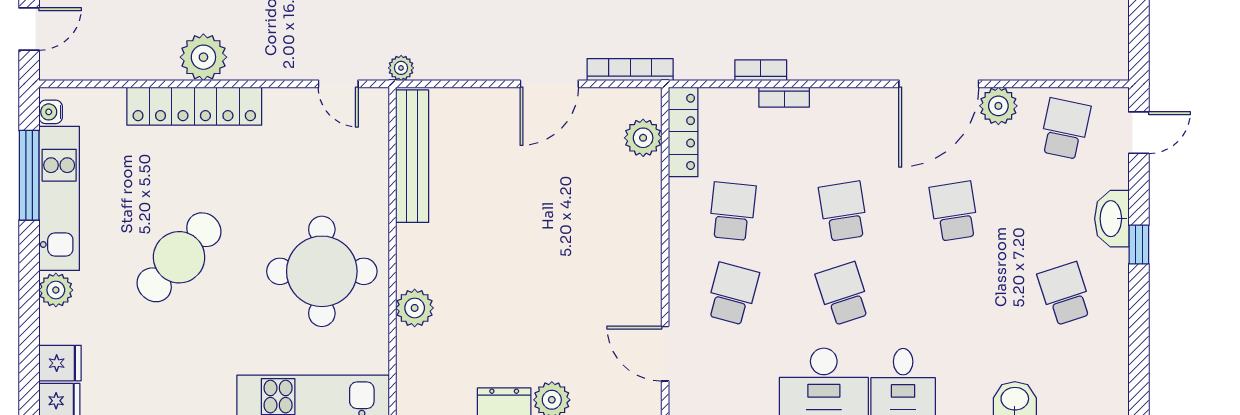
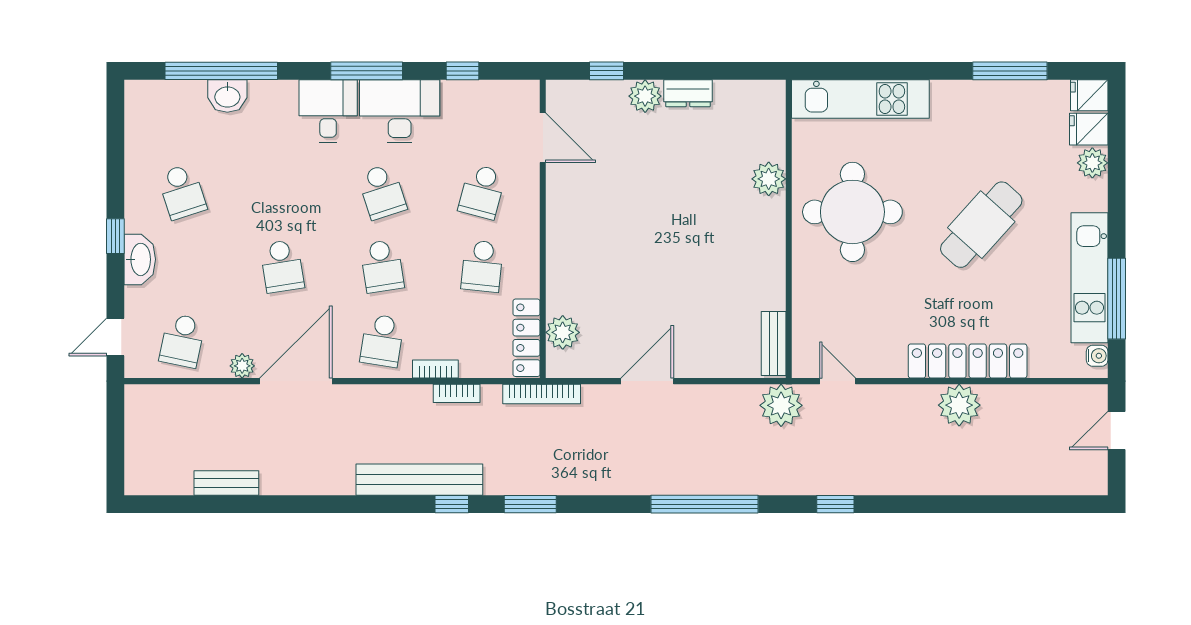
plant: (401, 68) -> (781, 405), width x1.87, depth x1.87
bookcase: (630, 70) -> (542, 394), moved
plant: (998, 106) -> (242, 366), width x0.73, depth x0.73
school desk: (843, 129) -> (382, 341), added
bench: (412, 156) -> (774, 343), width x0.54, depth x0.82
plant: (56, 290) -> (1092, 163), moved

